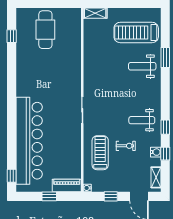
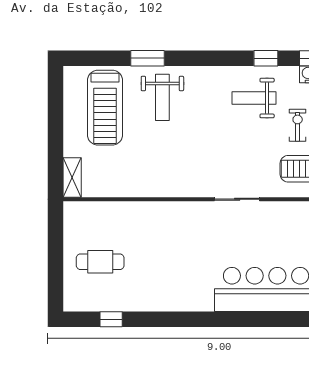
cafe table: (45, 30) -> (100, 262), width x0.73, depth x0.74
weight bench: (142, 120) -> (254, 98), turned 90

